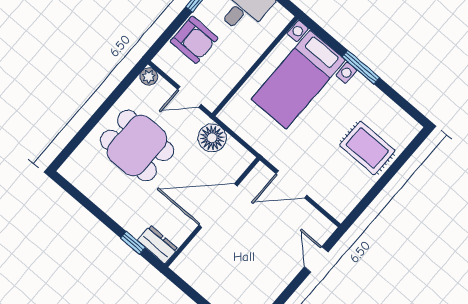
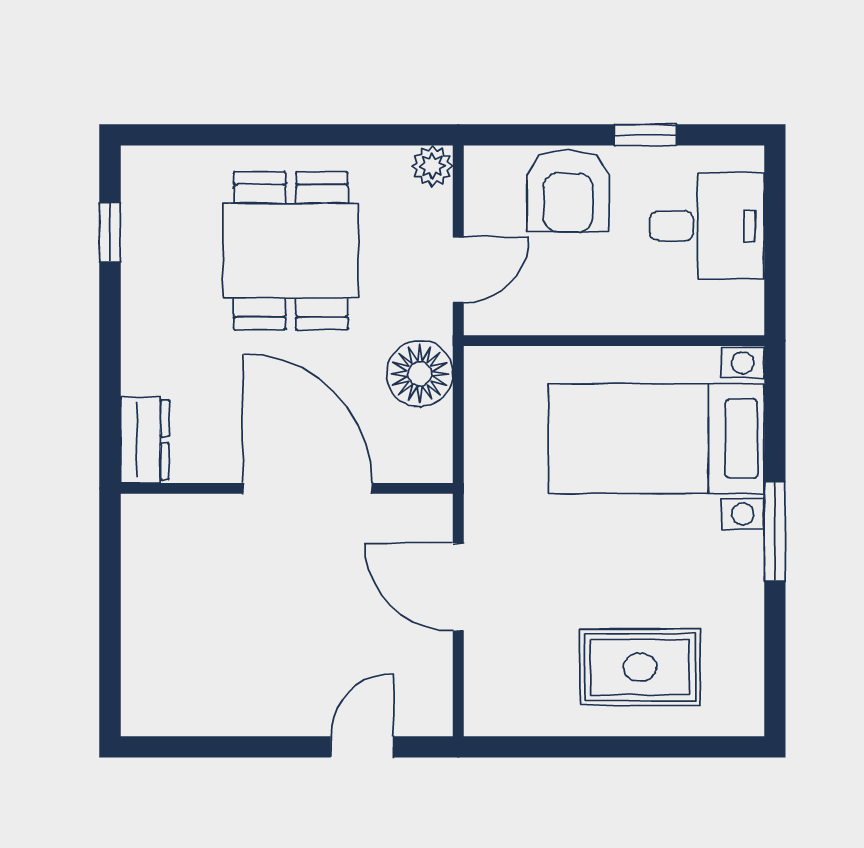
door: (189, 97) -> (458, 270), swing flipped
rug: (367, 148) -> (640, 667), turned 90
window: (133, 243) -> (110, 232), moved

